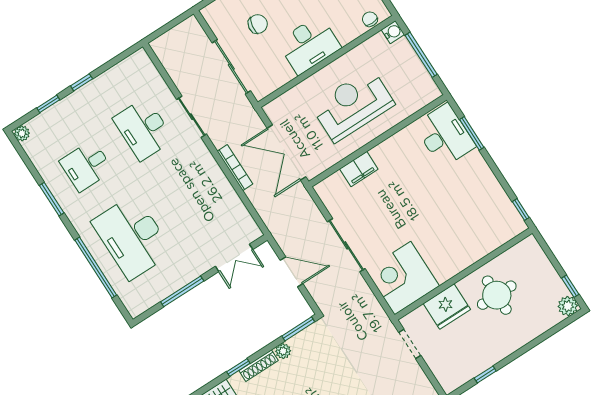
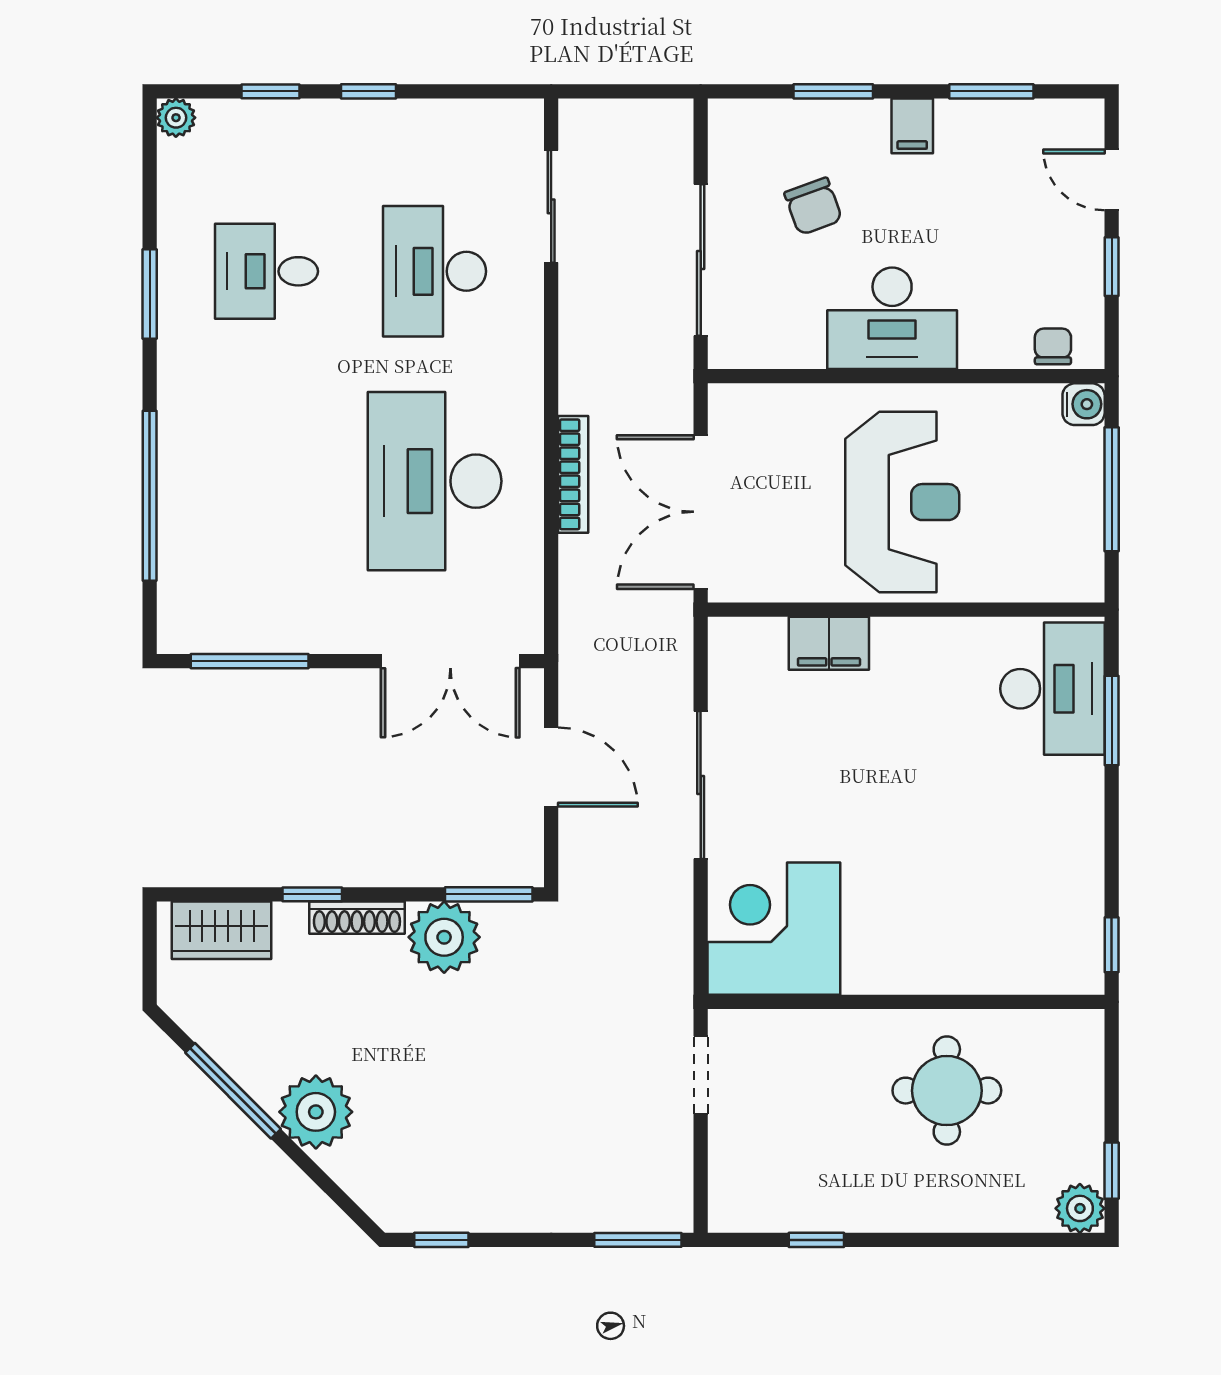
chair: (258, 24) -> (813, 206), turned 61
reception desk: (353, 105) -> (902, 502), turned 90
sliding door: (192, 117) -> (551, 206), moved
desk: (132, 237) -> (435, 481), moved
double door: (234, 258) -> (450, 661), width x1.37
window: (182, 291) -> (250, 661), moved
fridge: (447, 307) -> (828, 1047), removed
plant: (283, 351) -> (444, 937), width x1.88, depth x1.88

